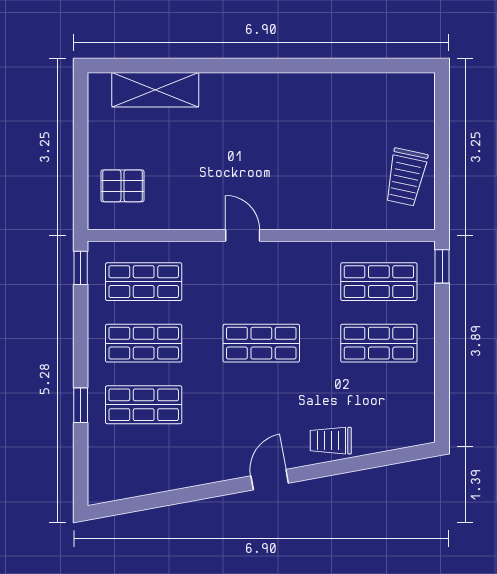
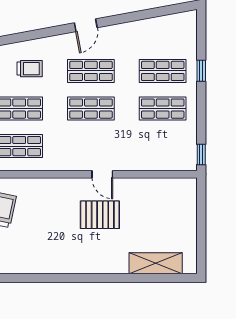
pallet: (122, 186) -> (100, 215), moved, width x1.50, depth x1.42
shop shelf: (144, 282) -> (91, 71), moved
trolley: (331, 441) -> (30, 69), moved

